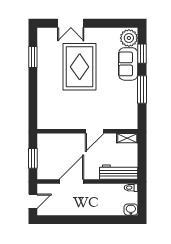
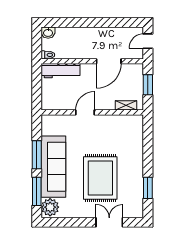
window: (142, 54) -> (37, 191), width x1.44
sofa: (128, 64) -> (53, 167), width x1.85, depth x1.27
shelving: (127, 138) -> (126, 105), moved

